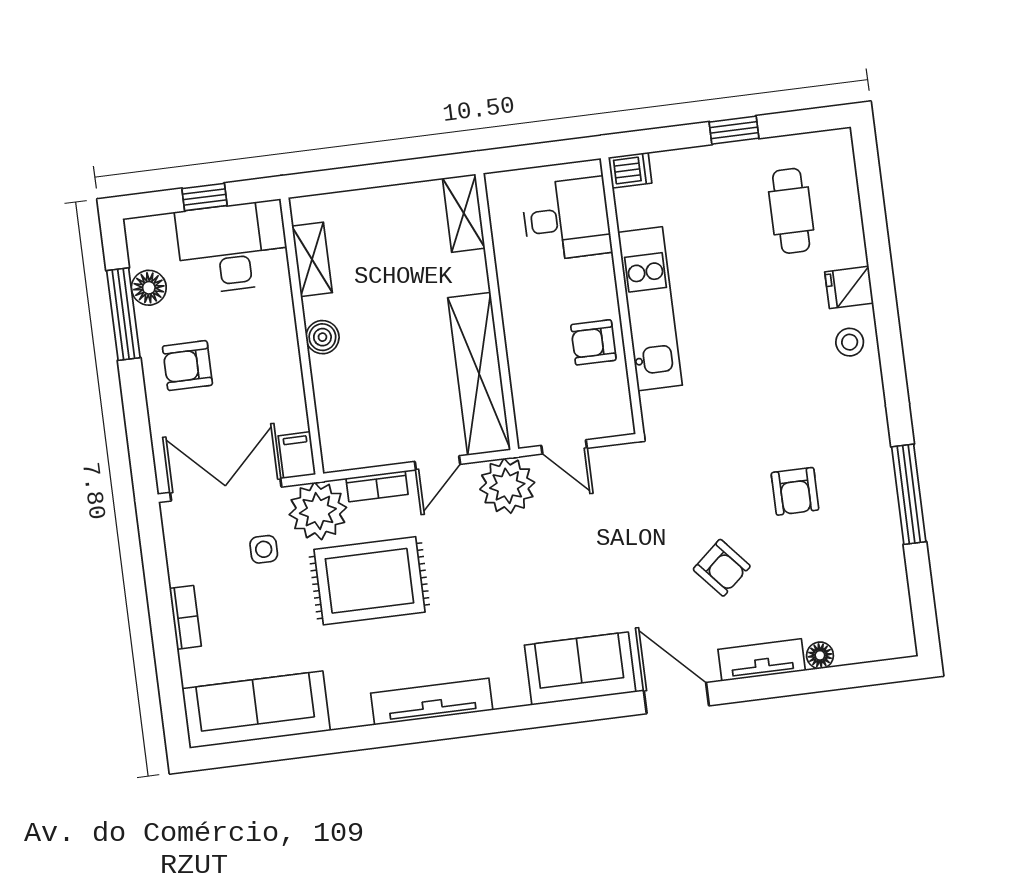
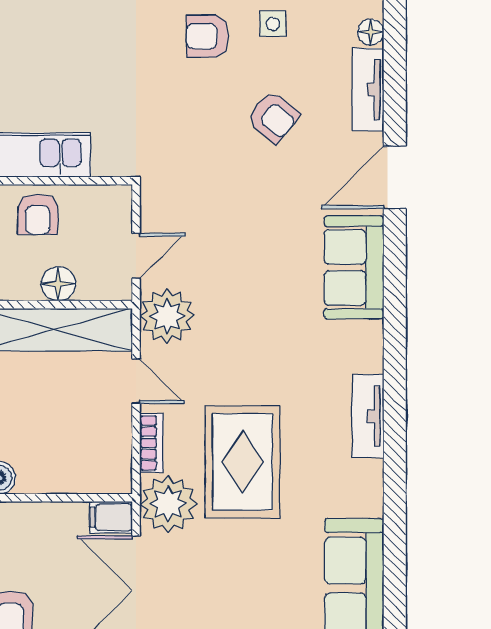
floor lamp: (526, 372) -> (58, 284), added
armchair: (795, 491) -> (208, 36), turned 180
side table: (264, 549) -> (273, 24), moved
armchair: (722, 568) -> (273, 117), turned 80
tv unit: (432, 702) -> (368, 416), width x0.71

